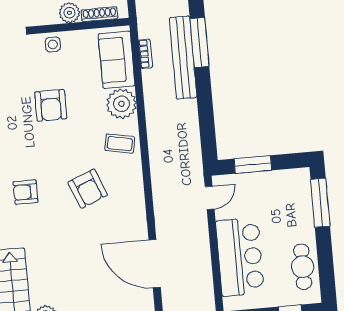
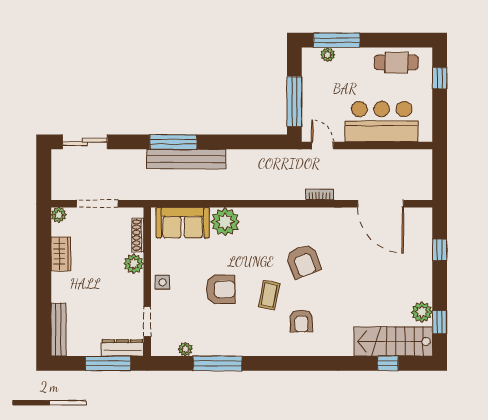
bookcase: (146, 54) -> (320, 194), moved
coffee table: (120, 144) -> (269, 295), moved
window: (253, 164) -> (294, 101), width x1.44
armchair: (88, 189) -> (303, 261), turned 91
plant: (304, 195) -> (328, 55), added
door: (155, 264) -> (381, 204), hinge flipped

